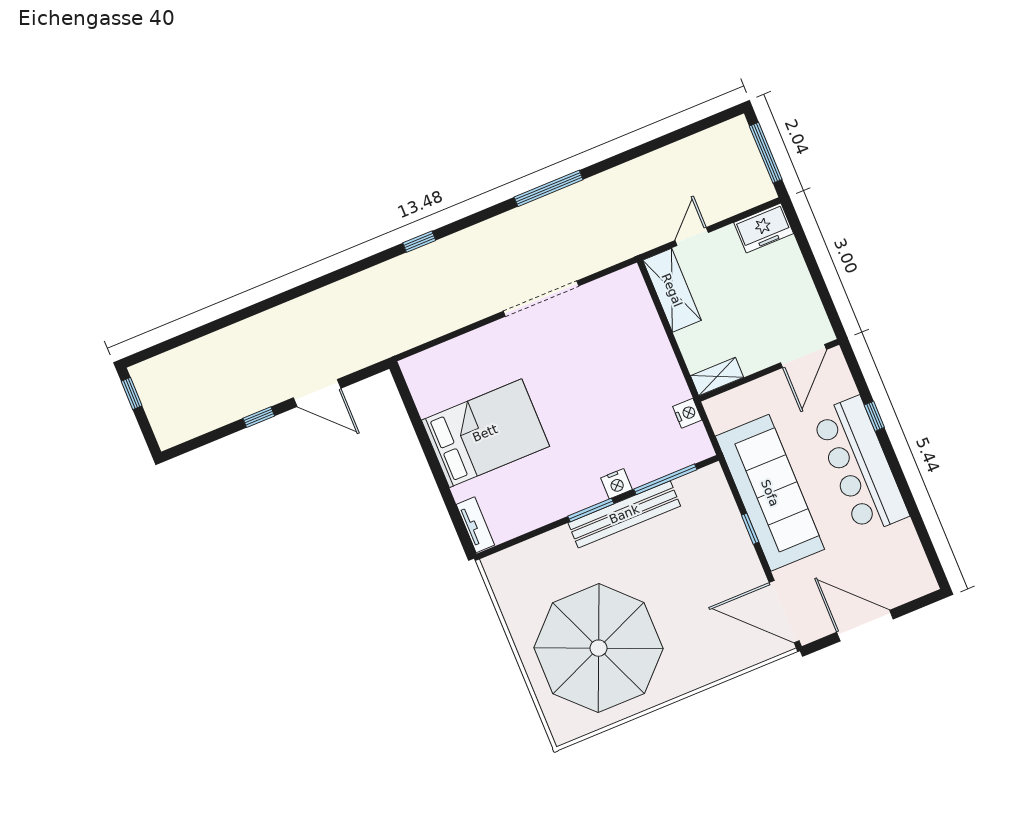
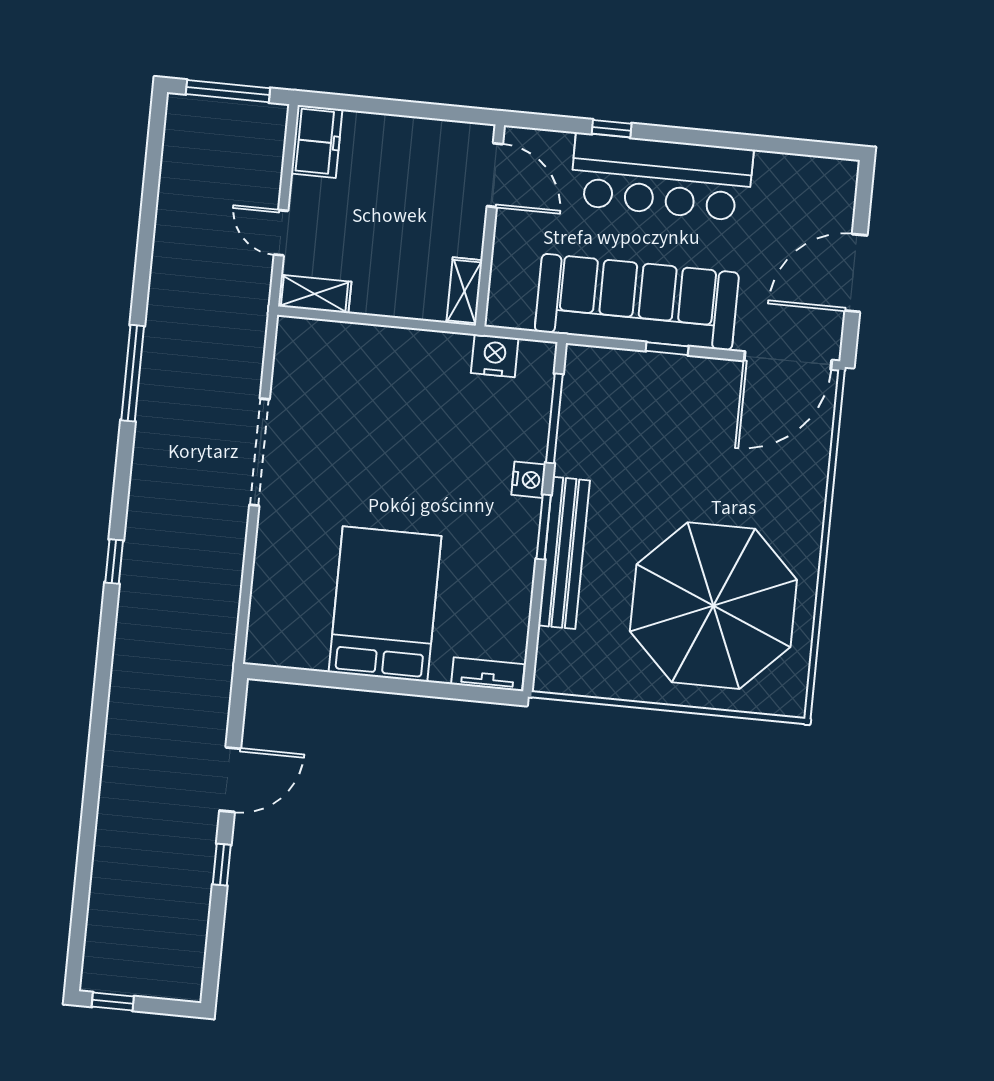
shelving: (672, 290) -> (315, 294), width x0.67, depth x0.75
nightstand: (687, 413) -> (495, 356), width x1.36, depth x1.33
bench: (624, 514) -> (564, 553), moved

